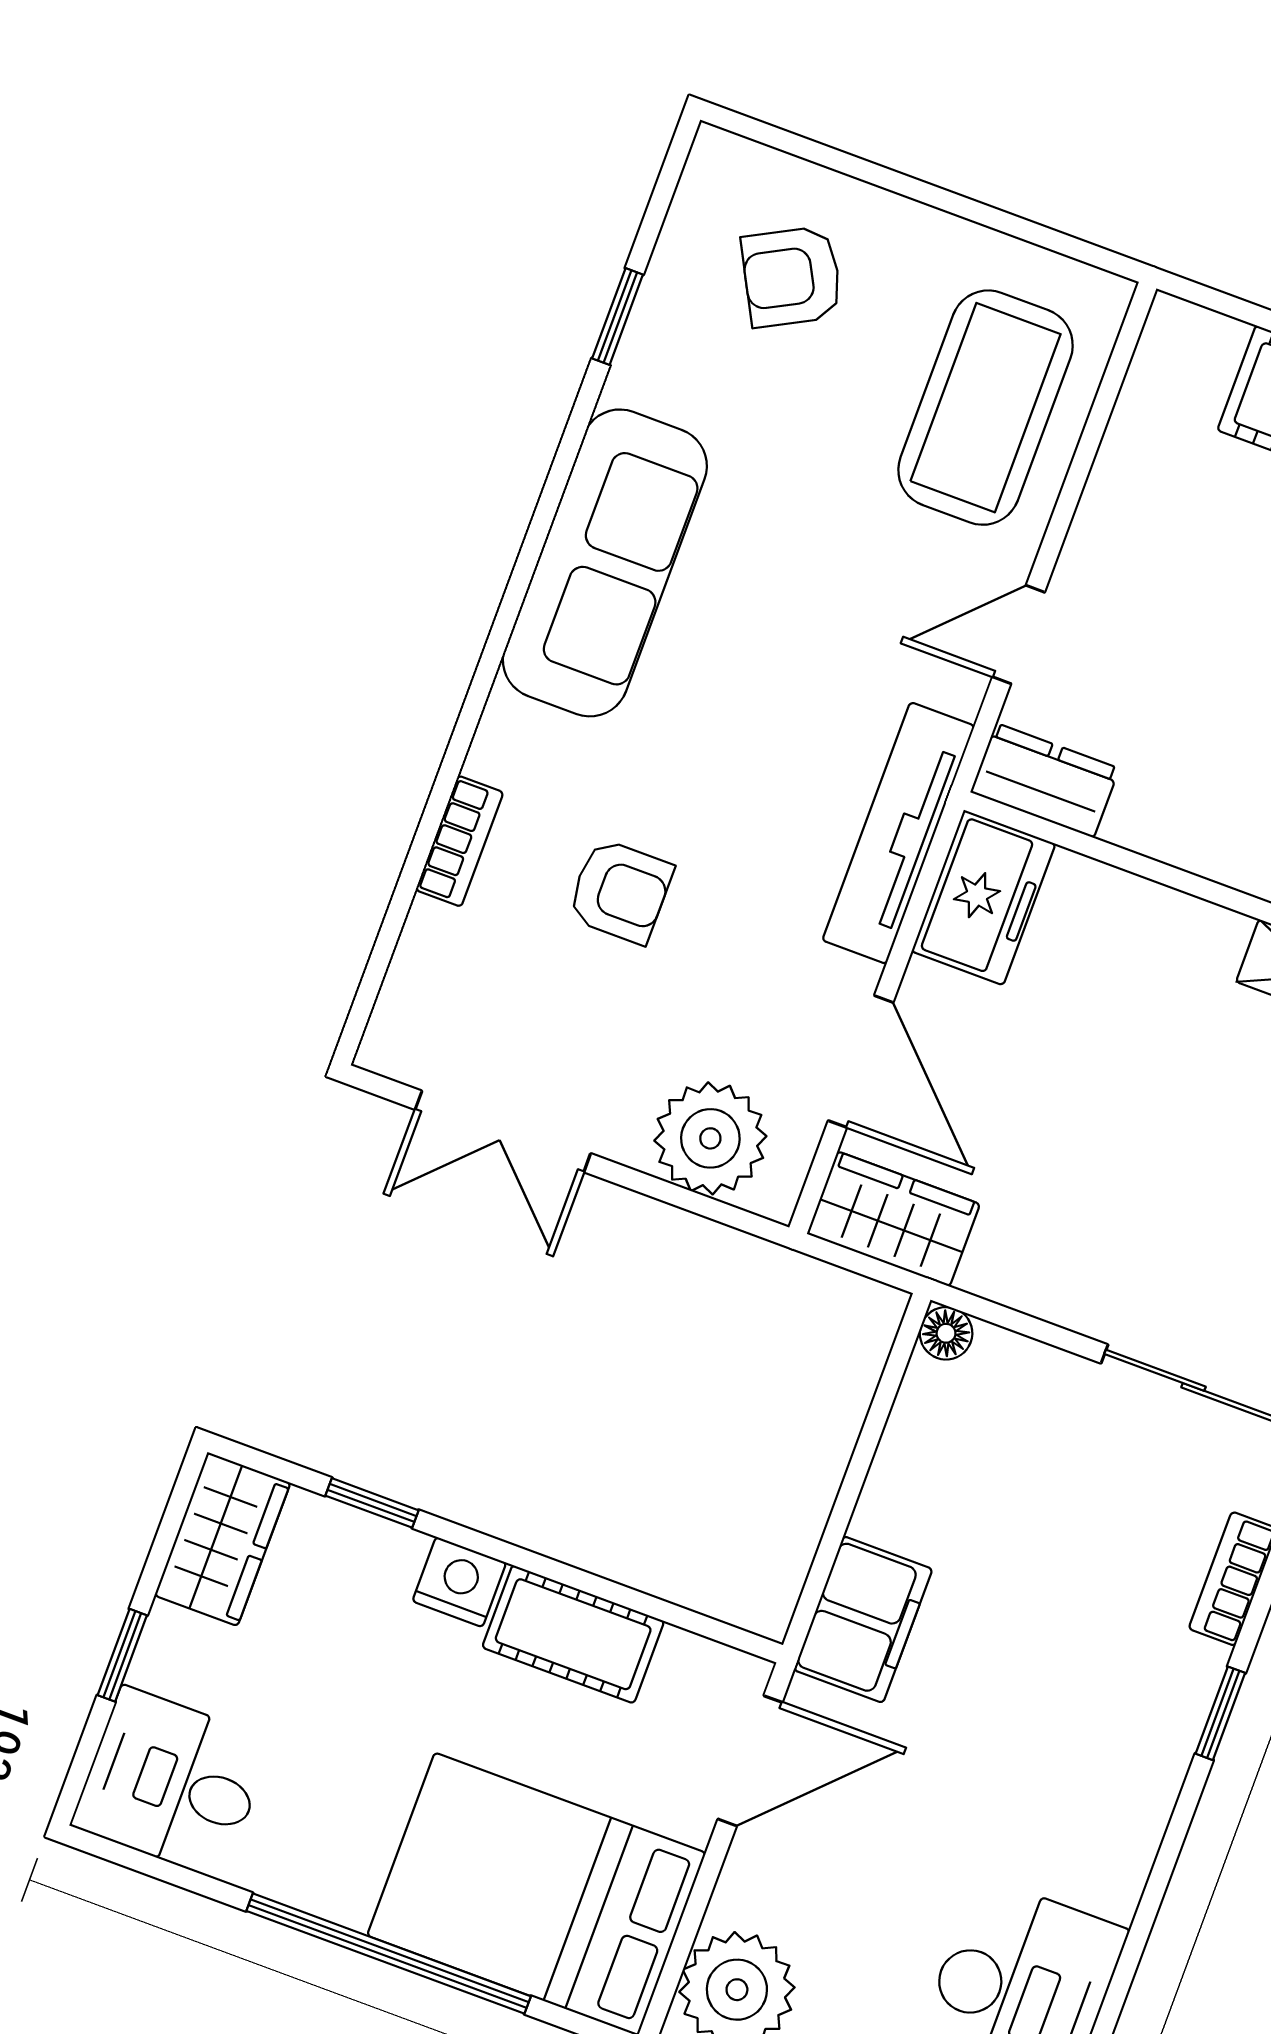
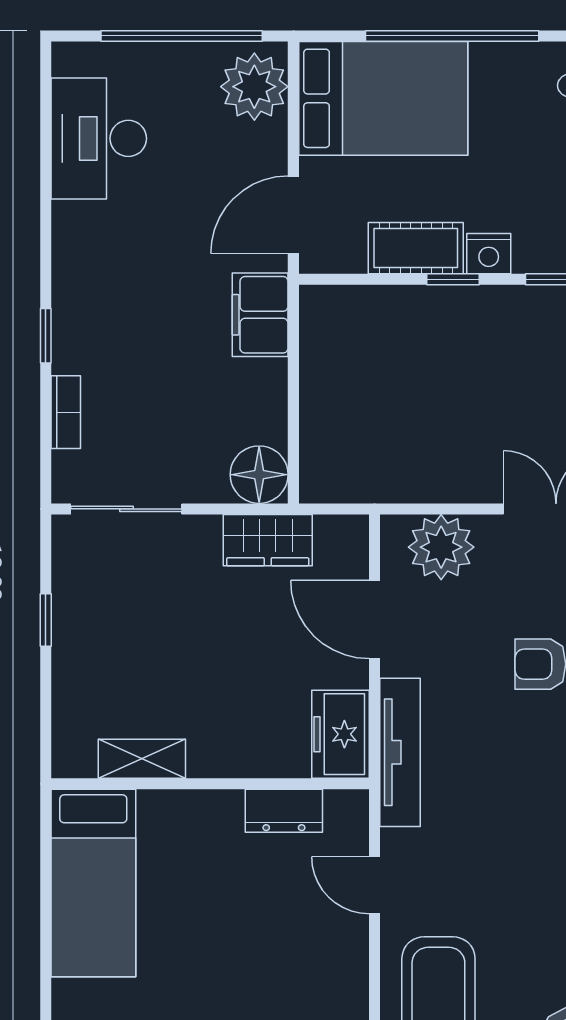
door: (1019, 634) -> (374, 885), swing flipped
dresser: (1045, 780) -> (284, 811), moved
wardrobe: (893, 1219) -> (268, 540), moved
floor lamp: (946, 1333) -> (259, 475), width x1.89, depth x1.89
window: (532, 1562) -> (453, 279), added

